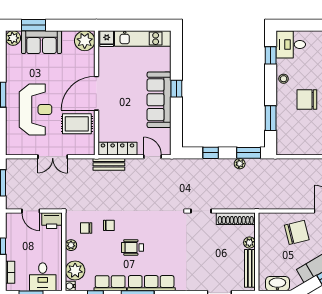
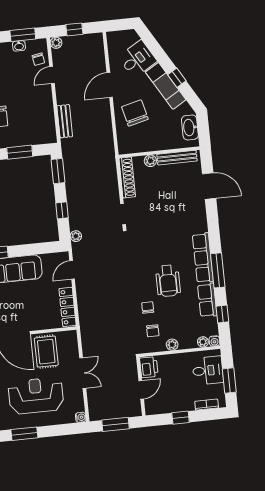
water cooler: (10, 150) -> (81, 417), added
bench: (109, 164) -> (65, 121), moved
plant: (240, 164) -> (76, 236), moved
wheelchair: (133, 247) -> (168, 281), width x1.36, depth x1.37
plant: (75, 270) -> (203, 342), width x0.53, depth x0.53

